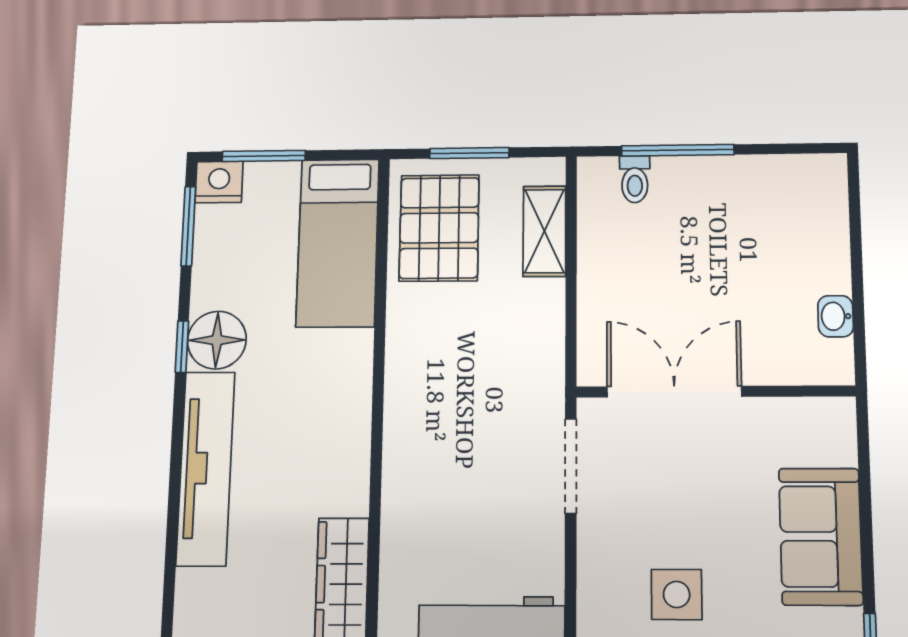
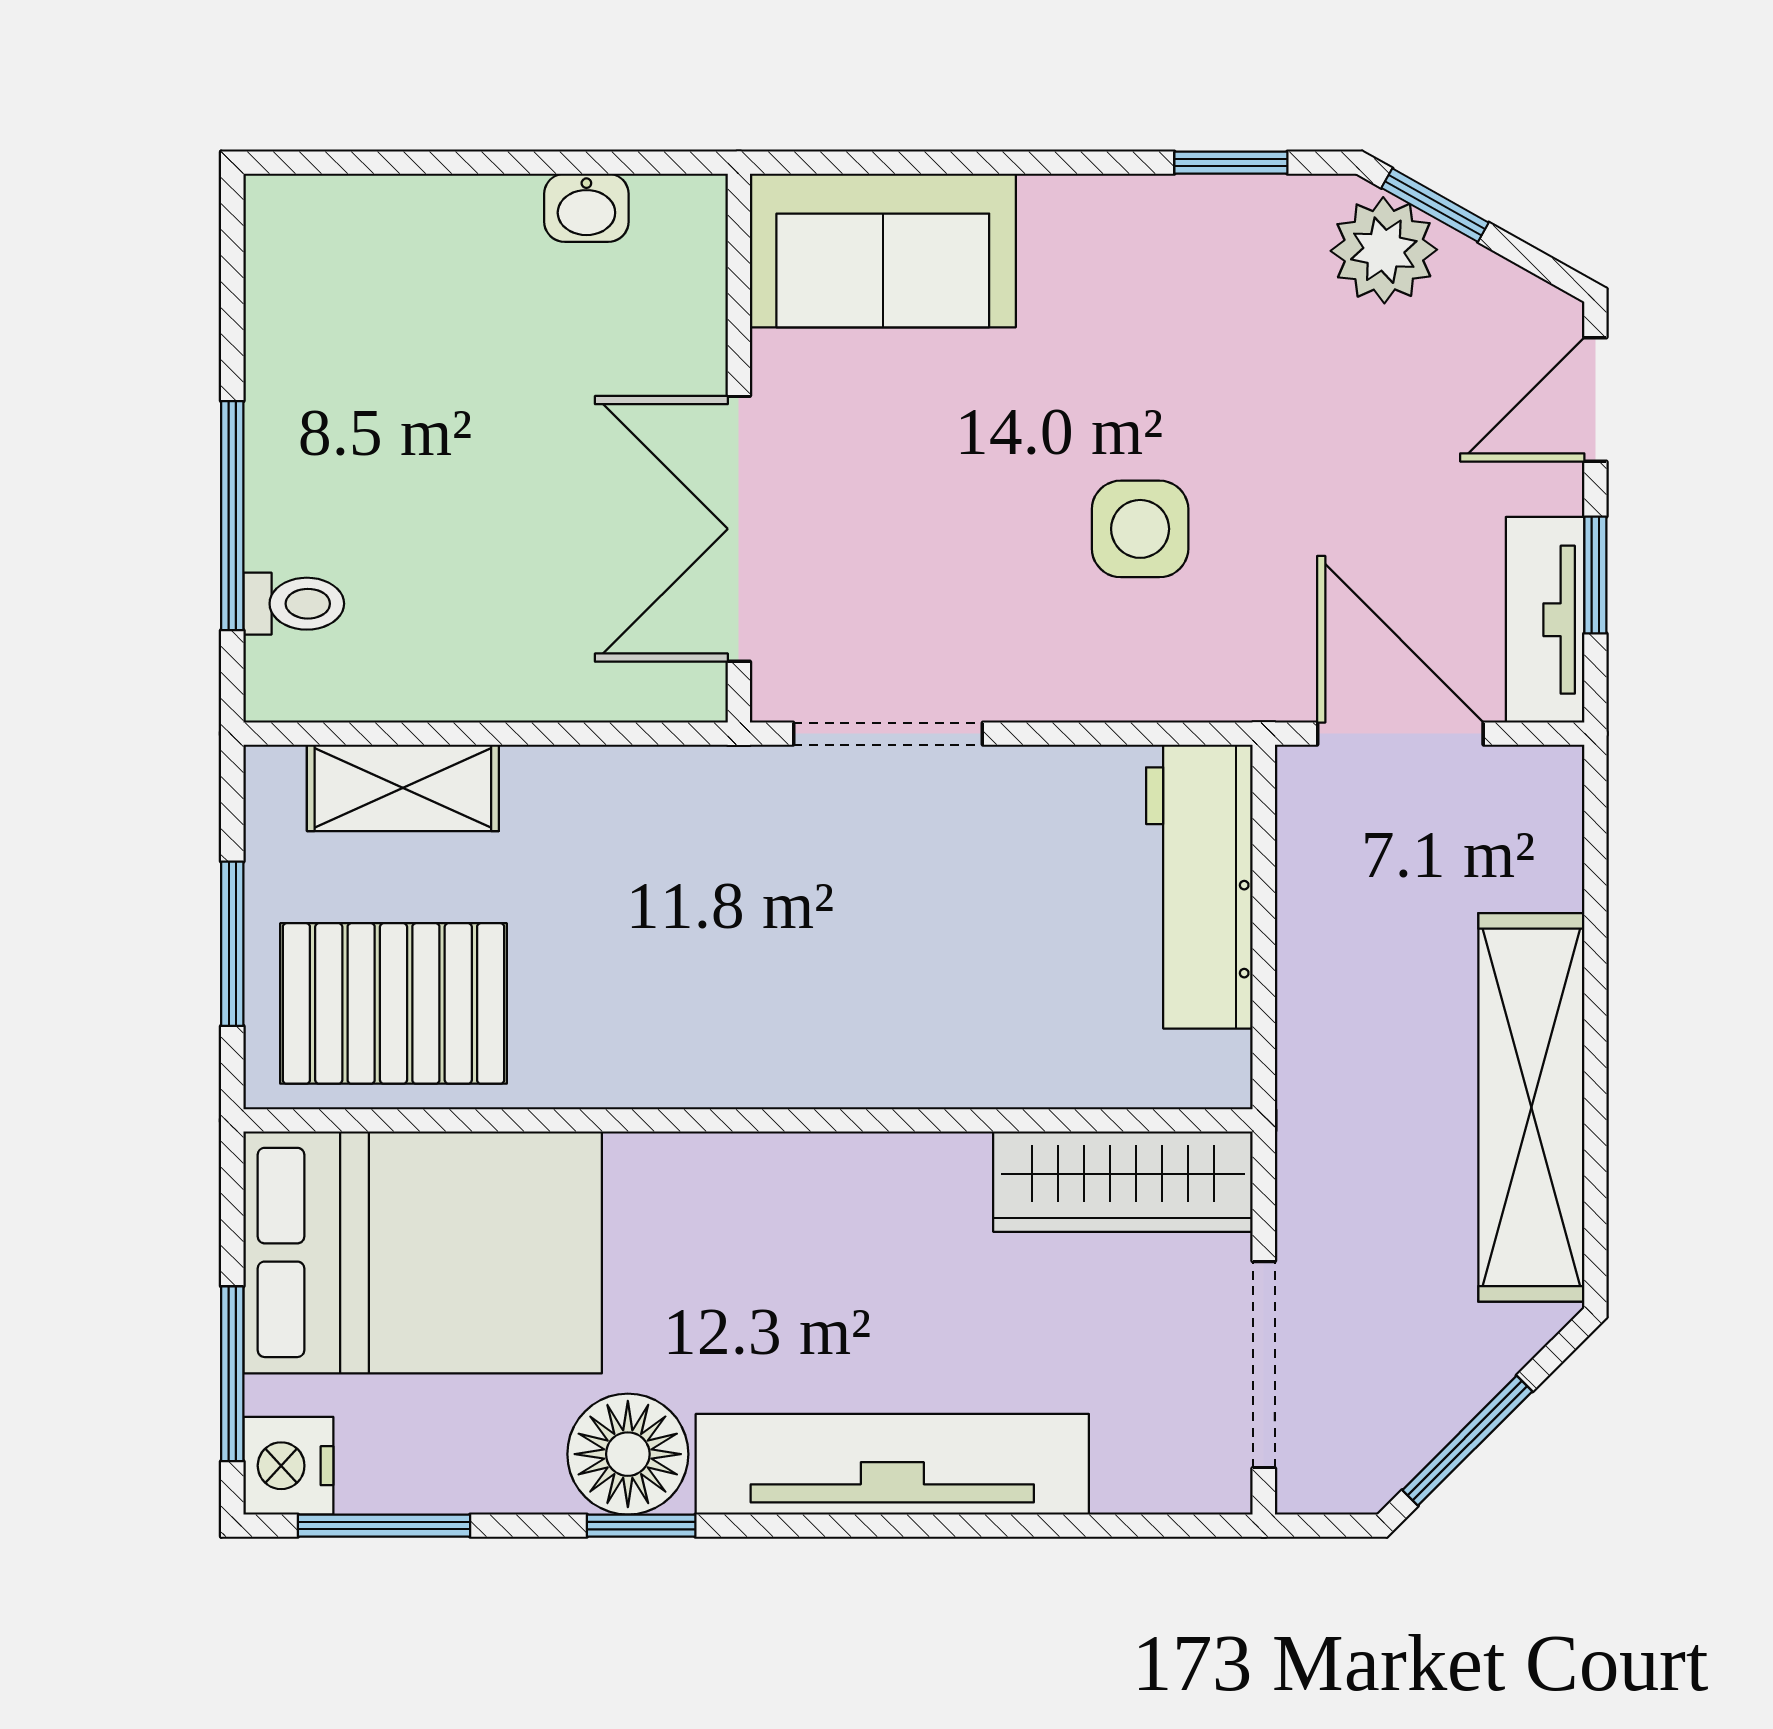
bed: (338, 243) -> (423, 1252), width x1.50
sofa: (821, 536) -> (883, 250), moved

